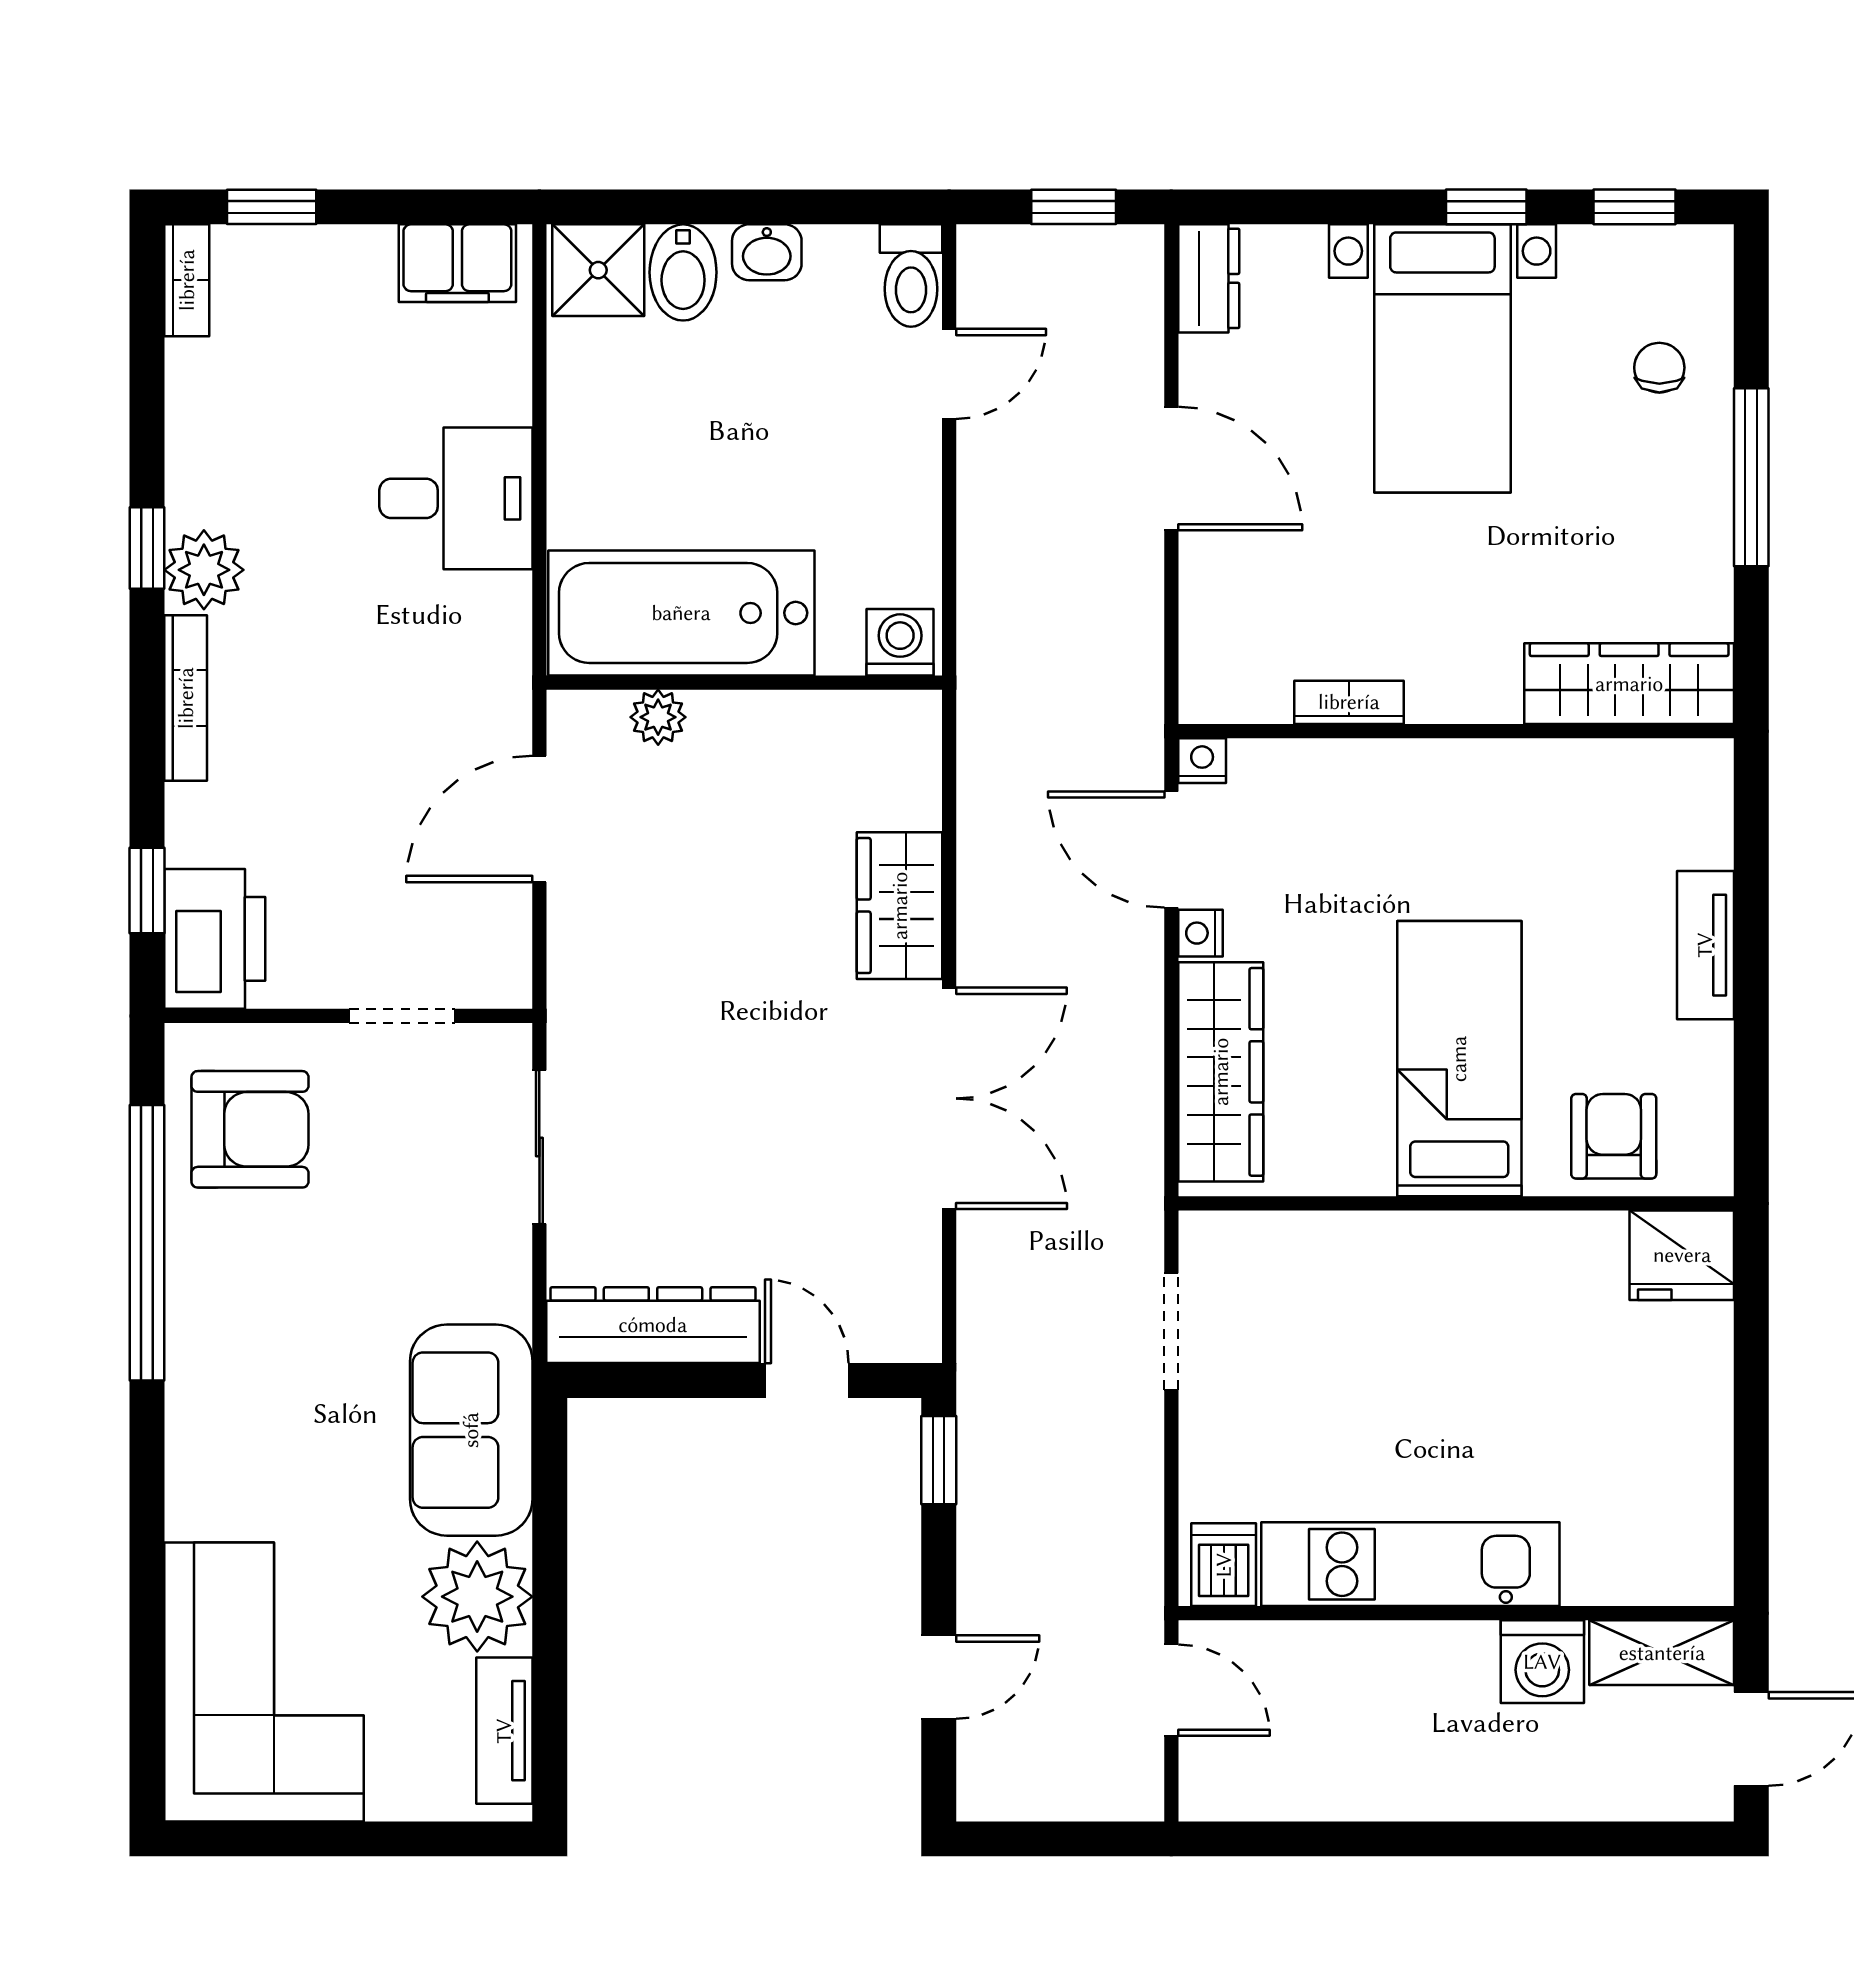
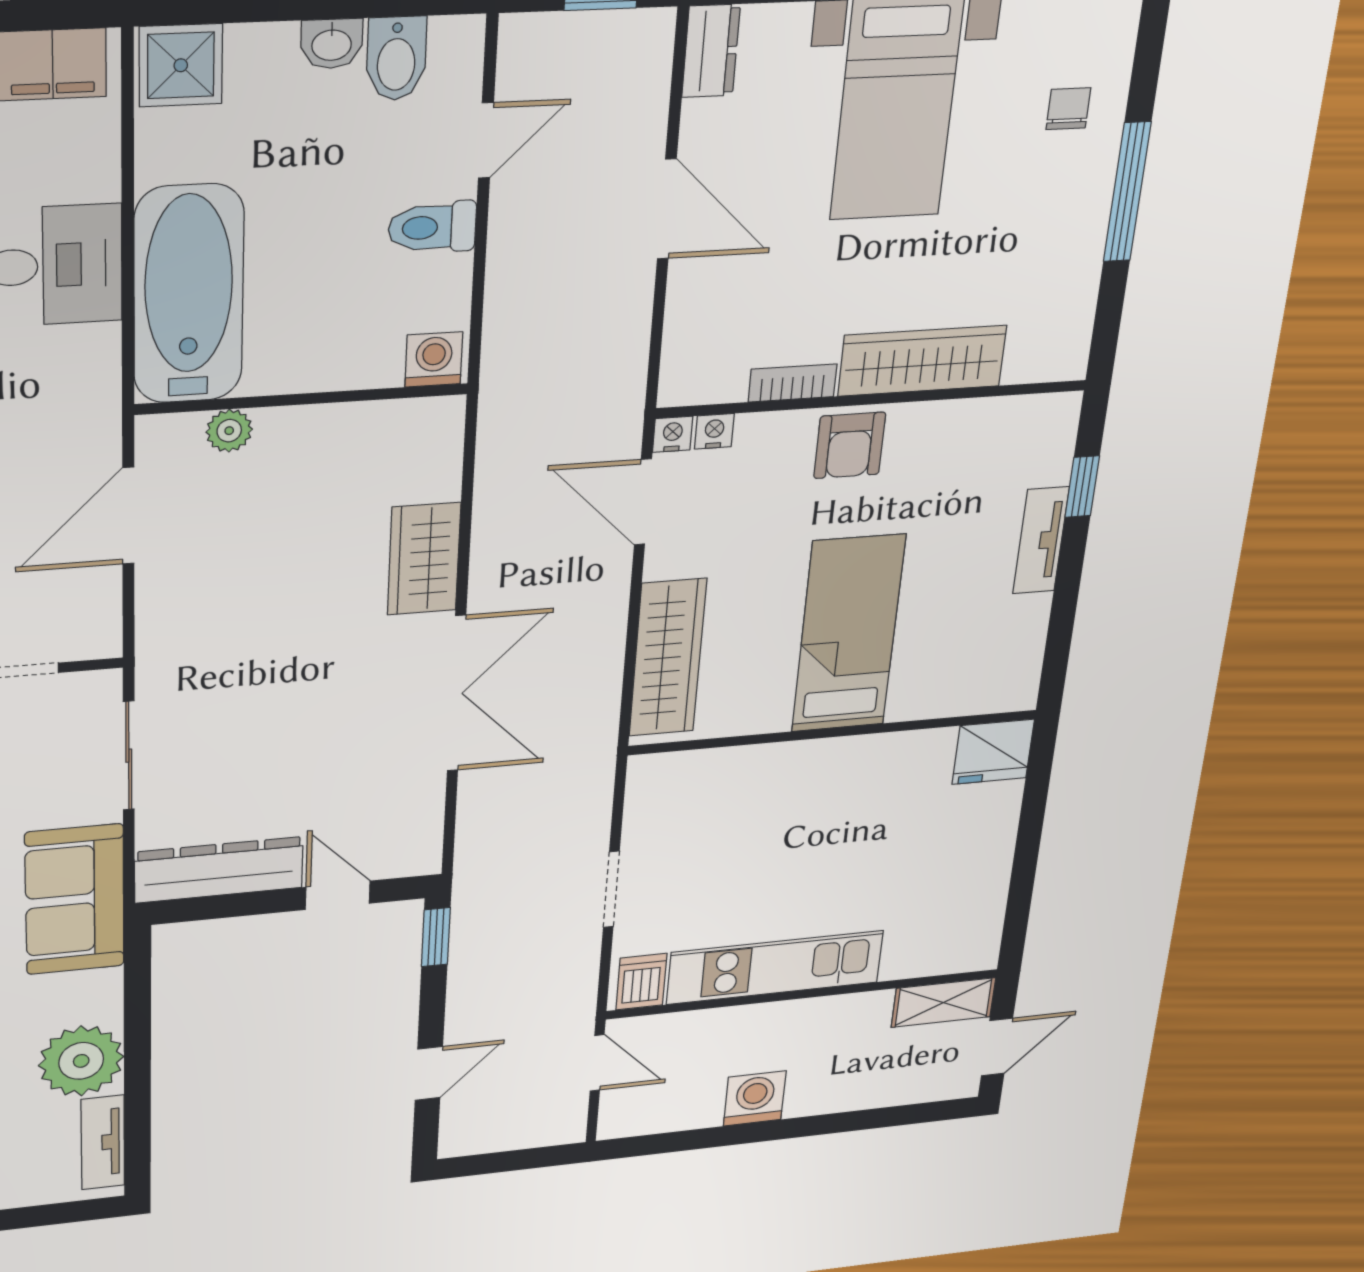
bidet: (683, 272) -> (396, 59), moved
toilet: (911, 276) -> (432, 227), moved, turned 90
bathtub: (681, 613) -> (189, 295), moved, turned 90
wardrobe: (1629, 684) -> (922, 361), moved
window: (1751, 873) -> (1082, 487), added
nightstand: (1200, 933) -> (714, 431), moved, turned 90
armchair: (1614, 1136) -> (850, 445), moved, turned 180
doorway: (1171, 1332) -> (611, 889), moved
sofa: (471, 1430) -> (75, 900), moved
washing machine: (1542, 1662) -> (755, 1098), moved, turned 180

